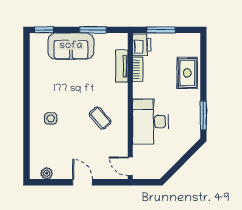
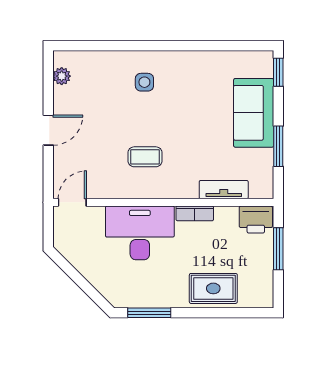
bookcase: (138, 69) -> (195, 213), moved
coffee table: (100, 118) -> (145, 157), turned 42

